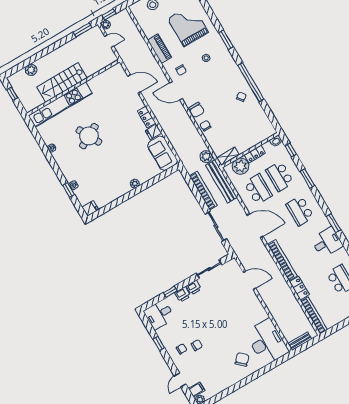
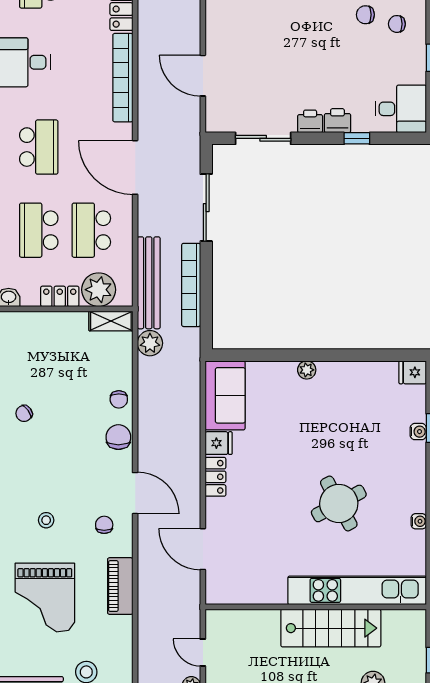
school desk: (280, 176) -> (39, 230), turned 180

